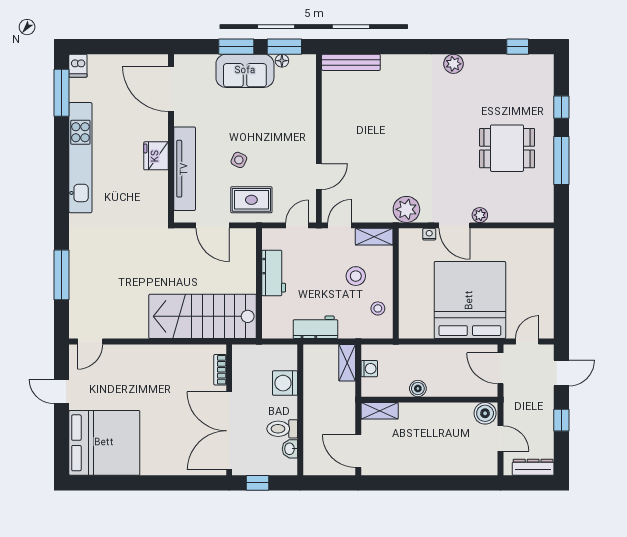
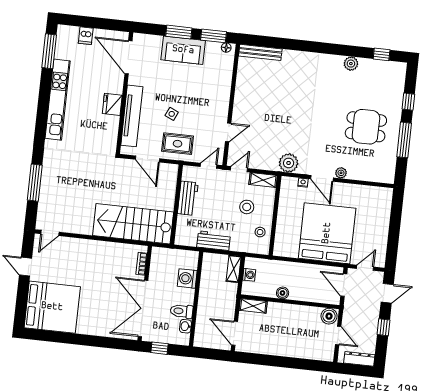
floor lamp: (282, 61) -> (226, 48), moved
plant: (453, 64) -> (351, 64), moved
dishwasher: (78, 66) -> (86, 36), moved

